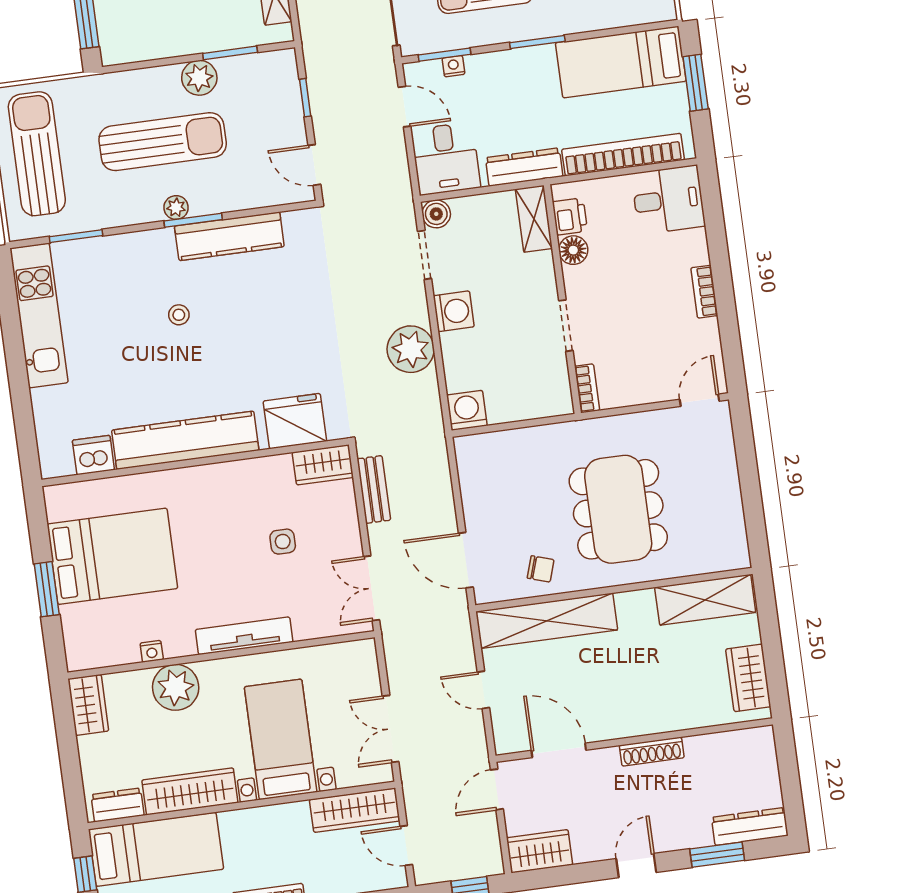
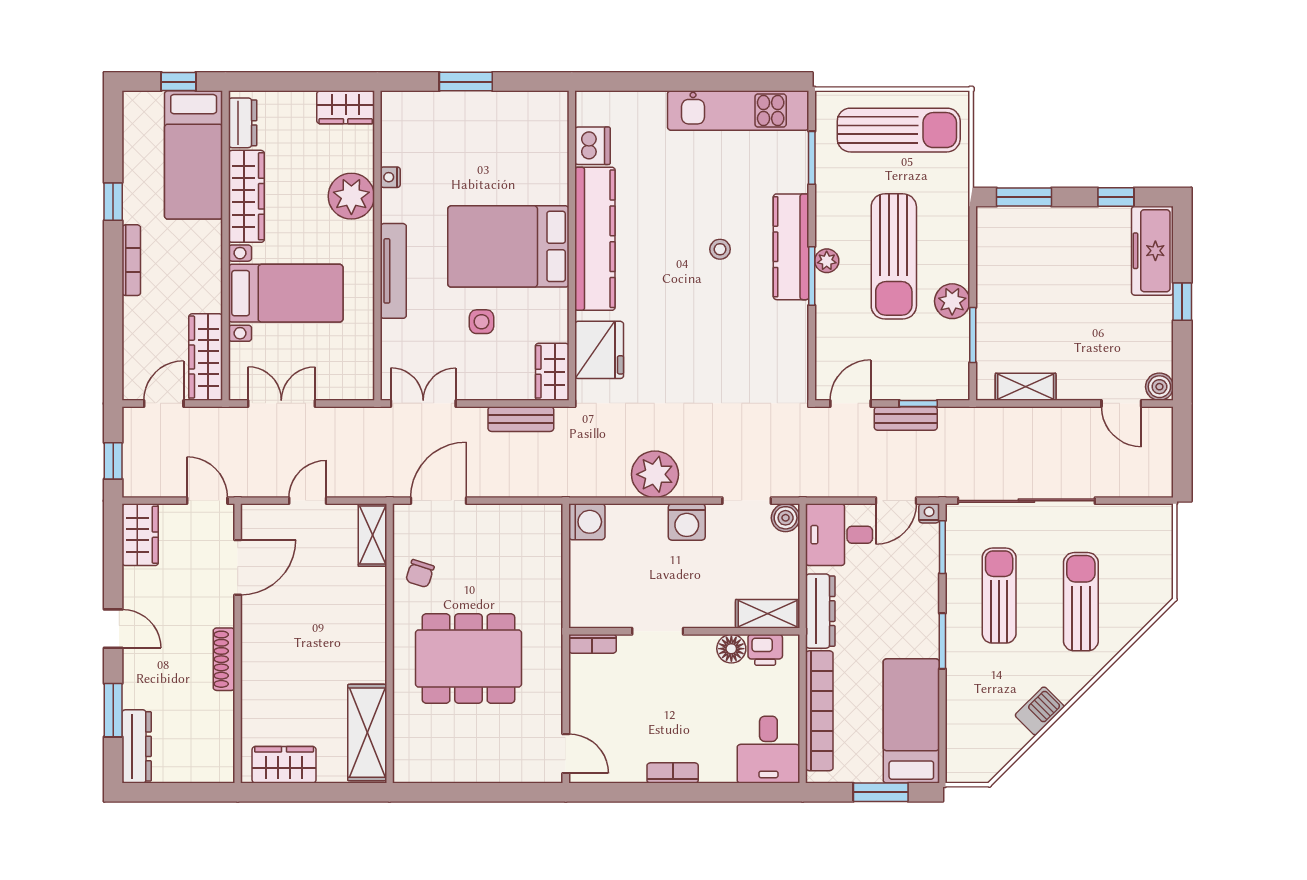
nightstand: (453, 66) -> (929, 513), moved, turned -90
bench: (322, 108) -> (906, 418), added
kitchen counter: (229, 236) -> (791, 247), moved
bed: (112, 556) -> (508, 246), moved, turned 90
shelving: (547, 621) -> (372, 535), width x0.45, depth x0.75

